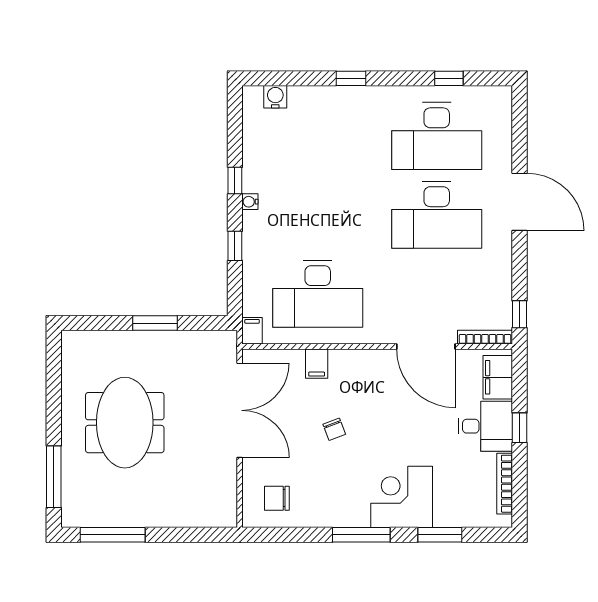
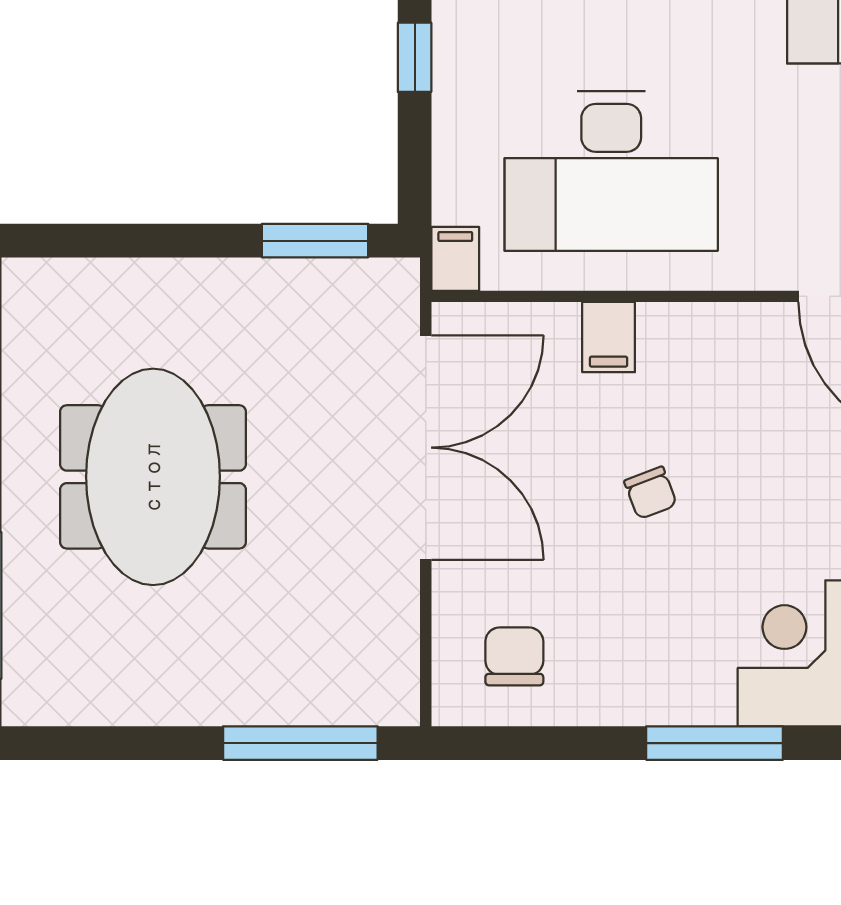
window: (155, 323) -> (315, 241), moved
chair: (277, 498) -> (514, 656), turned 90
window: (113, 535) -> (300, 743), moved

